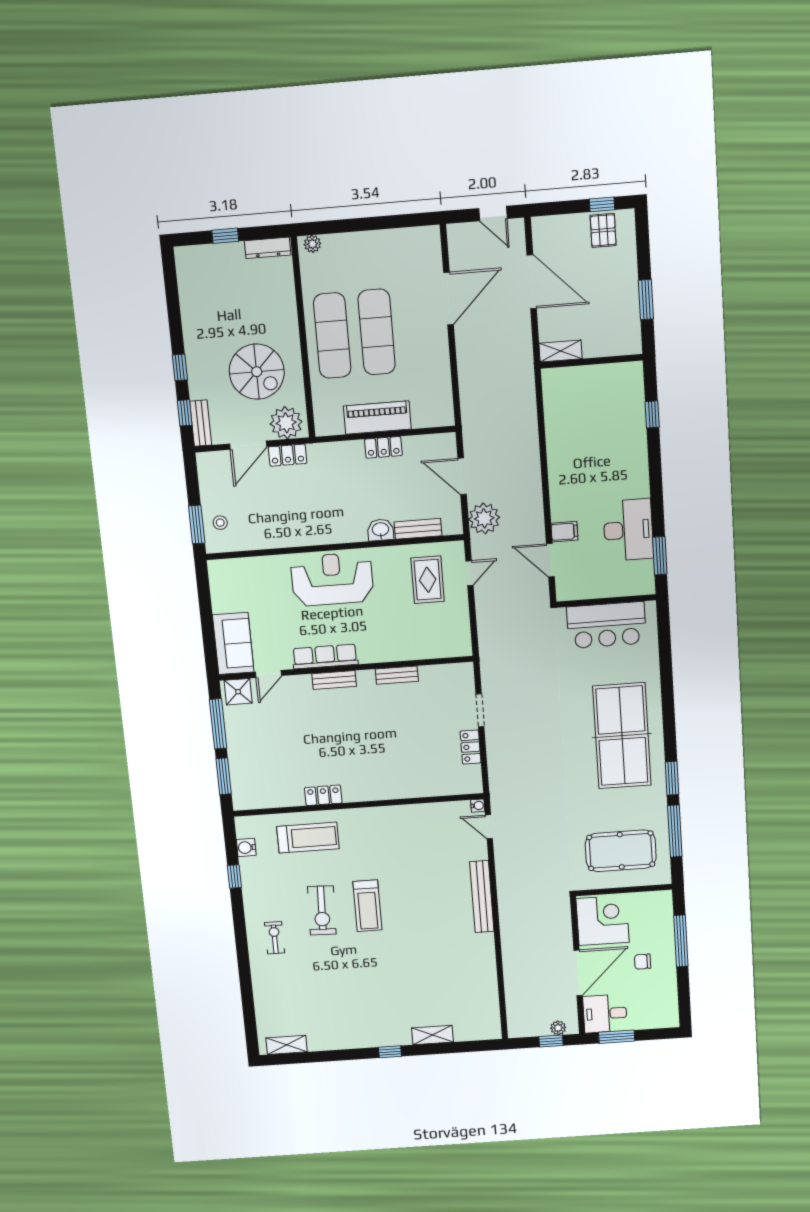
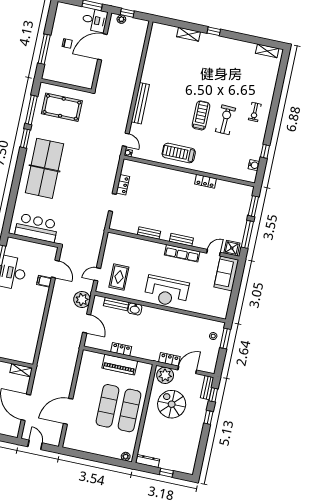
treadmill: (308, 838) -> (179, 153), moved
corner desk: (603, 920) -> (82, 72), removed

